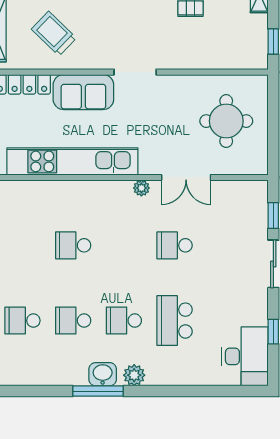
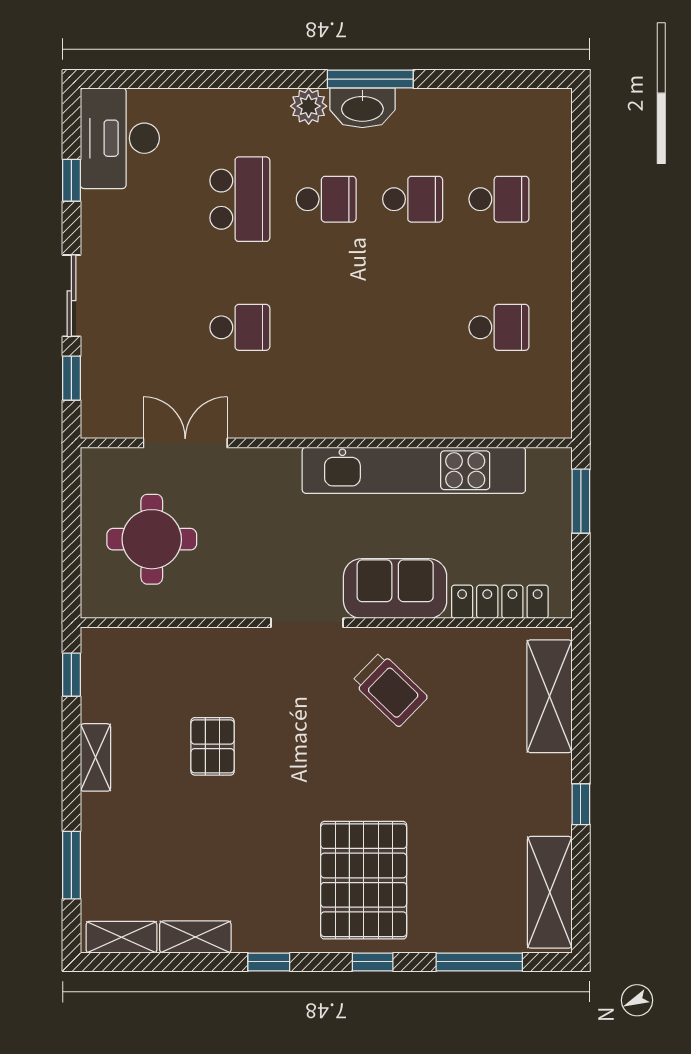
trolley: (54, 34) -> (390, 689), moved
double door: (186, 177) -> (185, 443), moved
plant: (141, 188) -> (296, 425), removed
school desk: (73, 245) -> (499, 327), moved
washbasin: (103, 374) -> (362, 108), width x1.38

